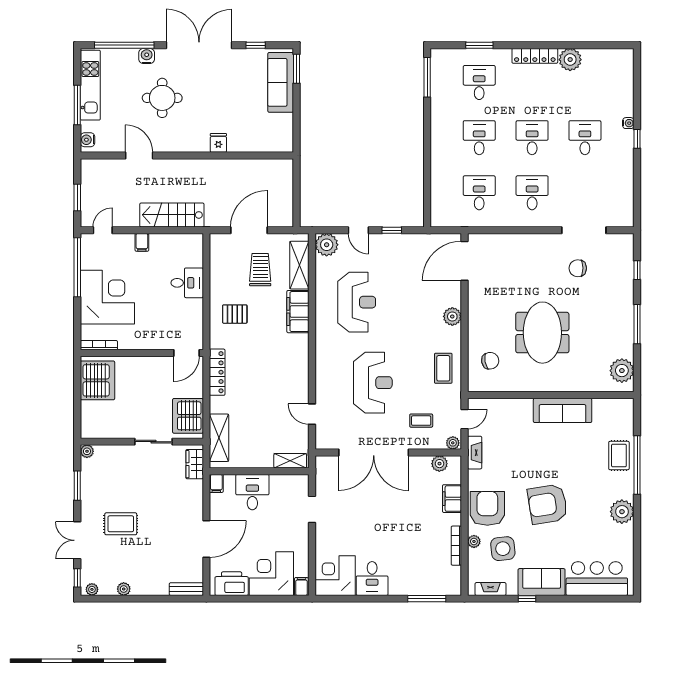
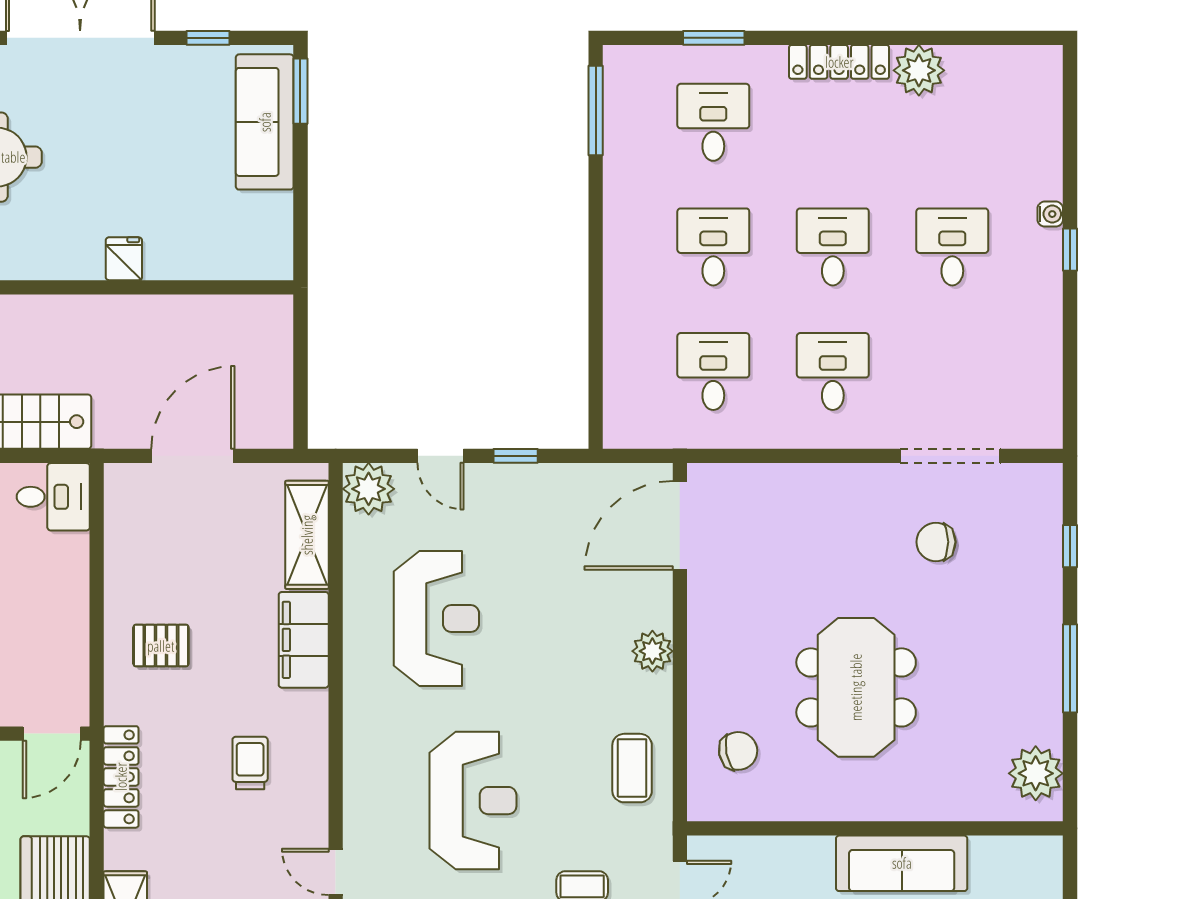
trolley: (260, 270) -> (250, 763), moved, width x0.73, depth x0.72
desk: (187, 283) -> (53, 497), moved

